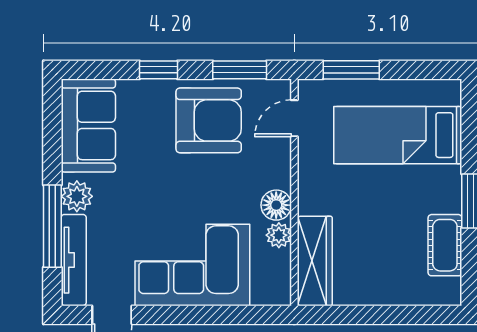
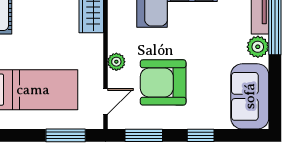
armchair: (209, 120) -> (163, 82), moved
floor lamp: (276, 205) -> (118, 41), removed
plant: (279, 235) -> (116, 62), moved

